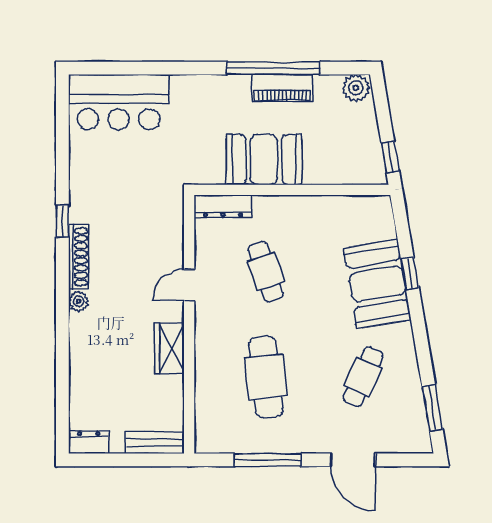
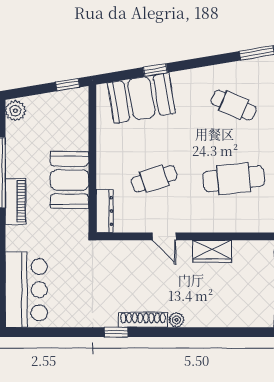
piano: (282, 88) -> (16, 201), moved
booth: (377, 284) -> (141, 98), moved

